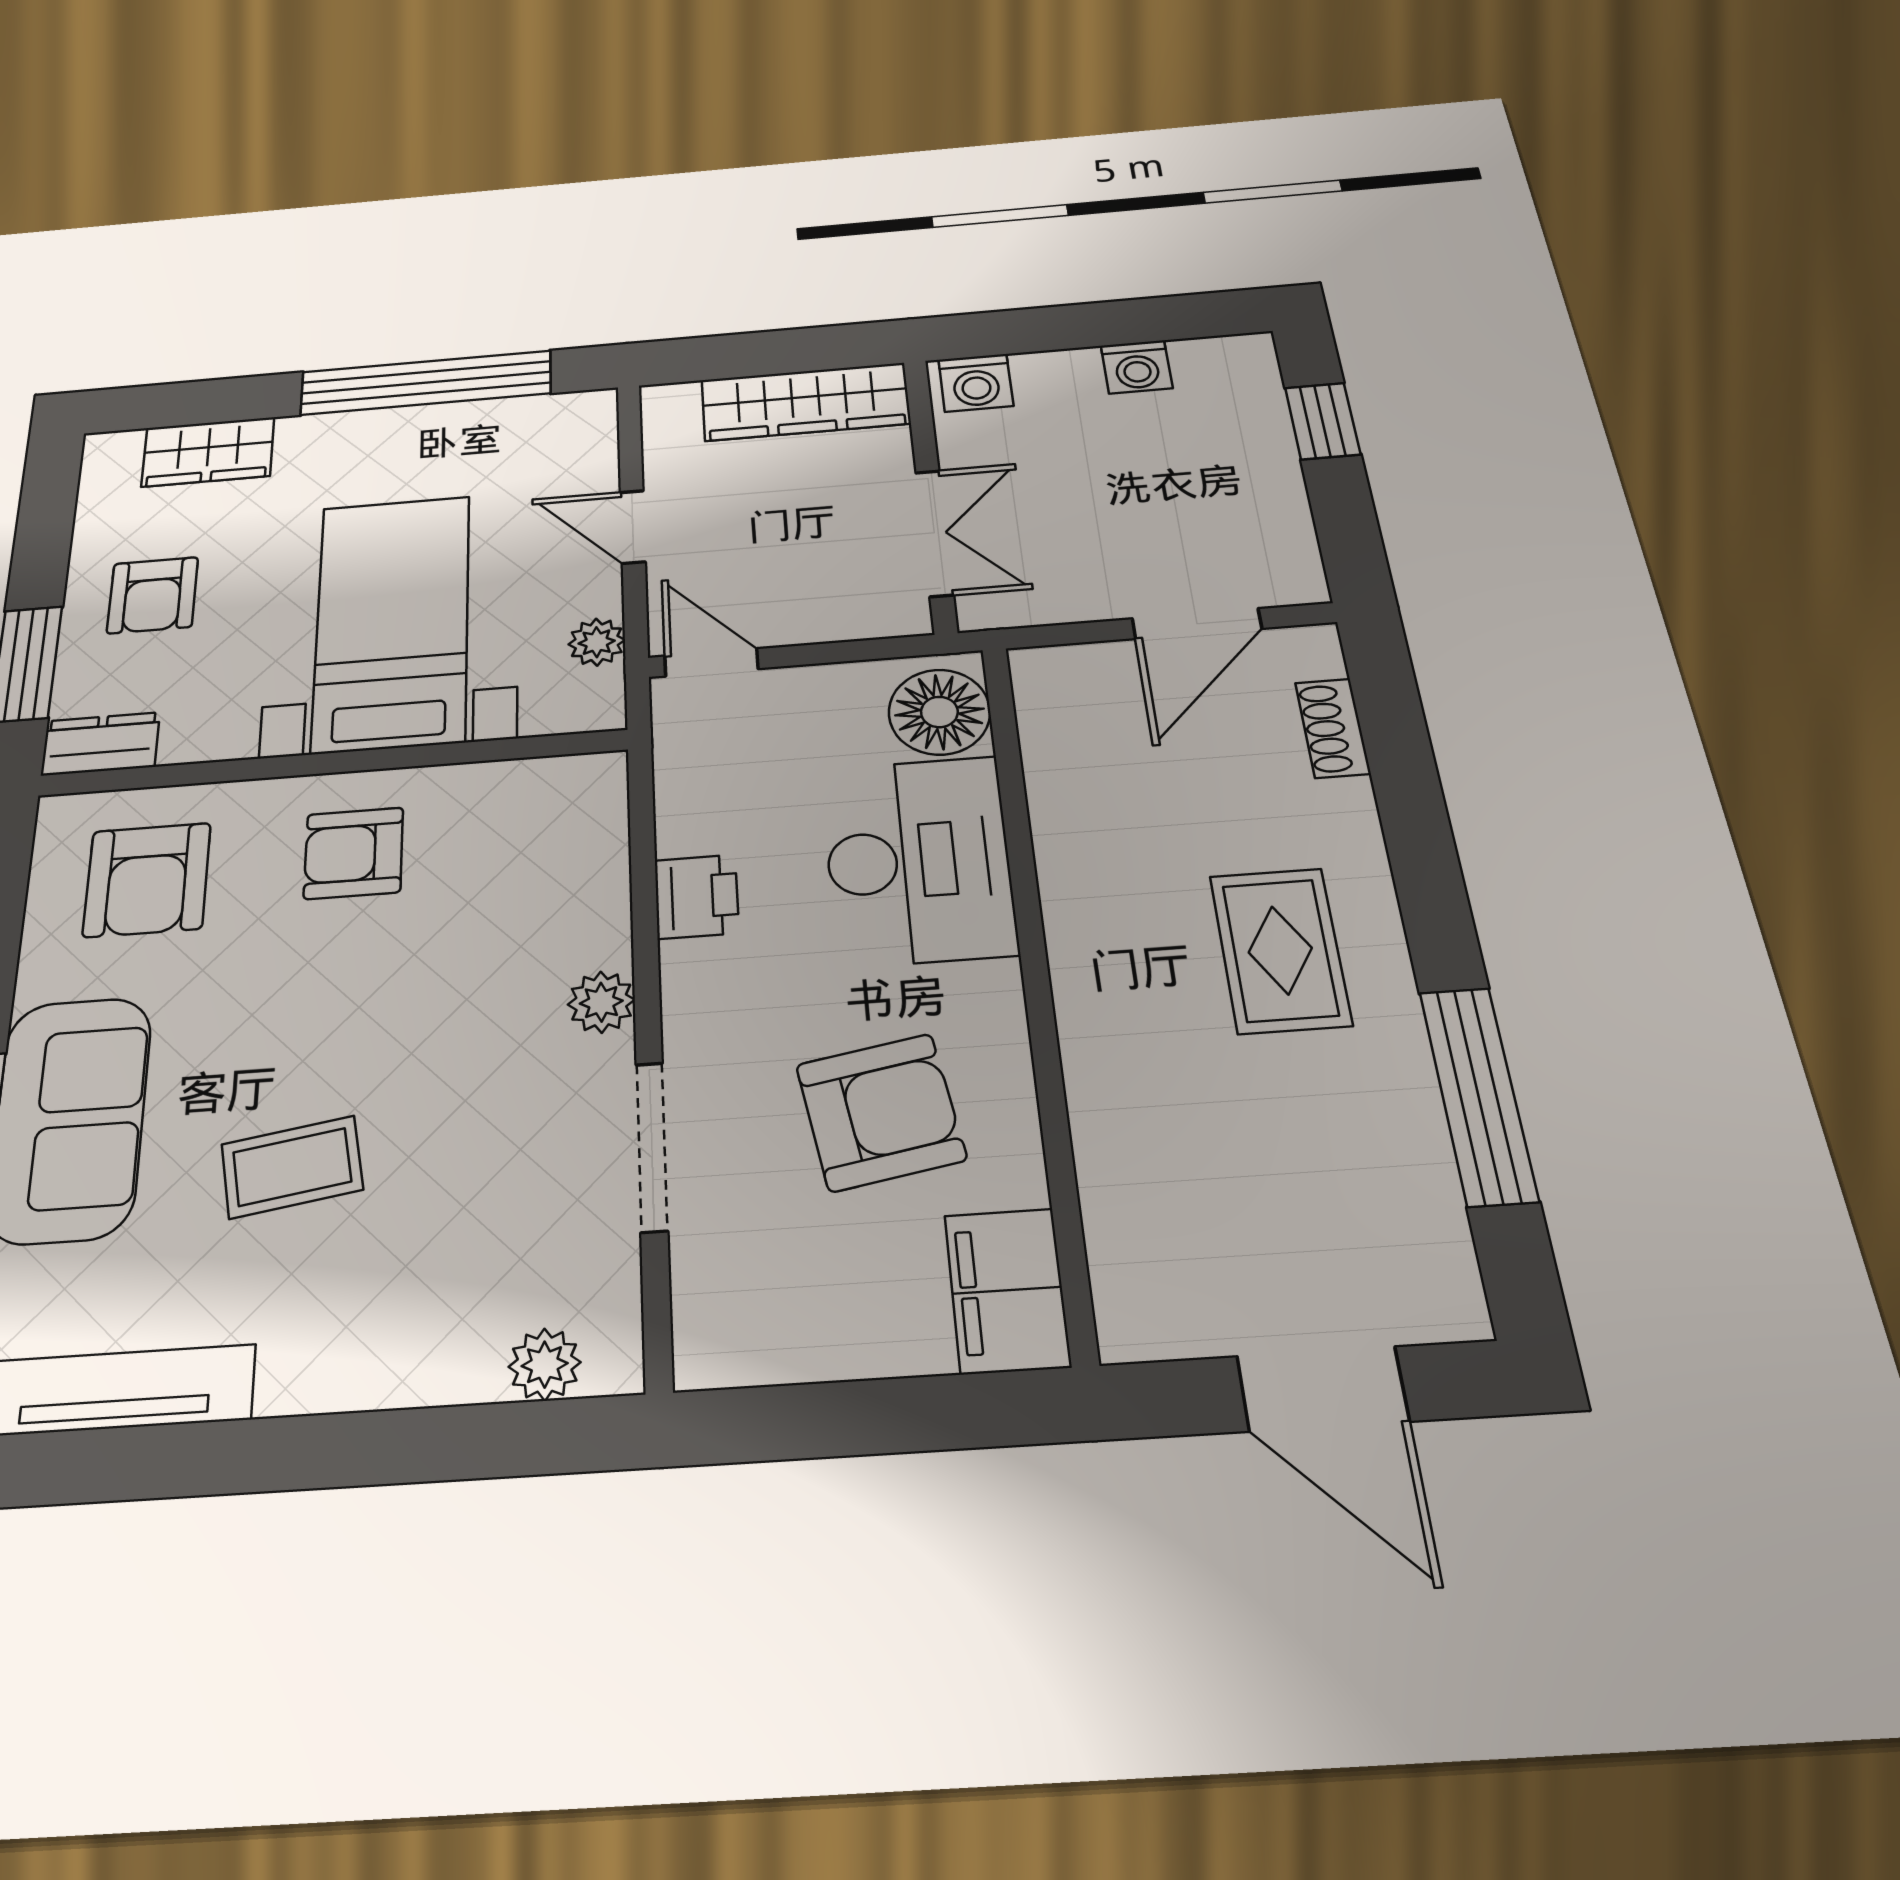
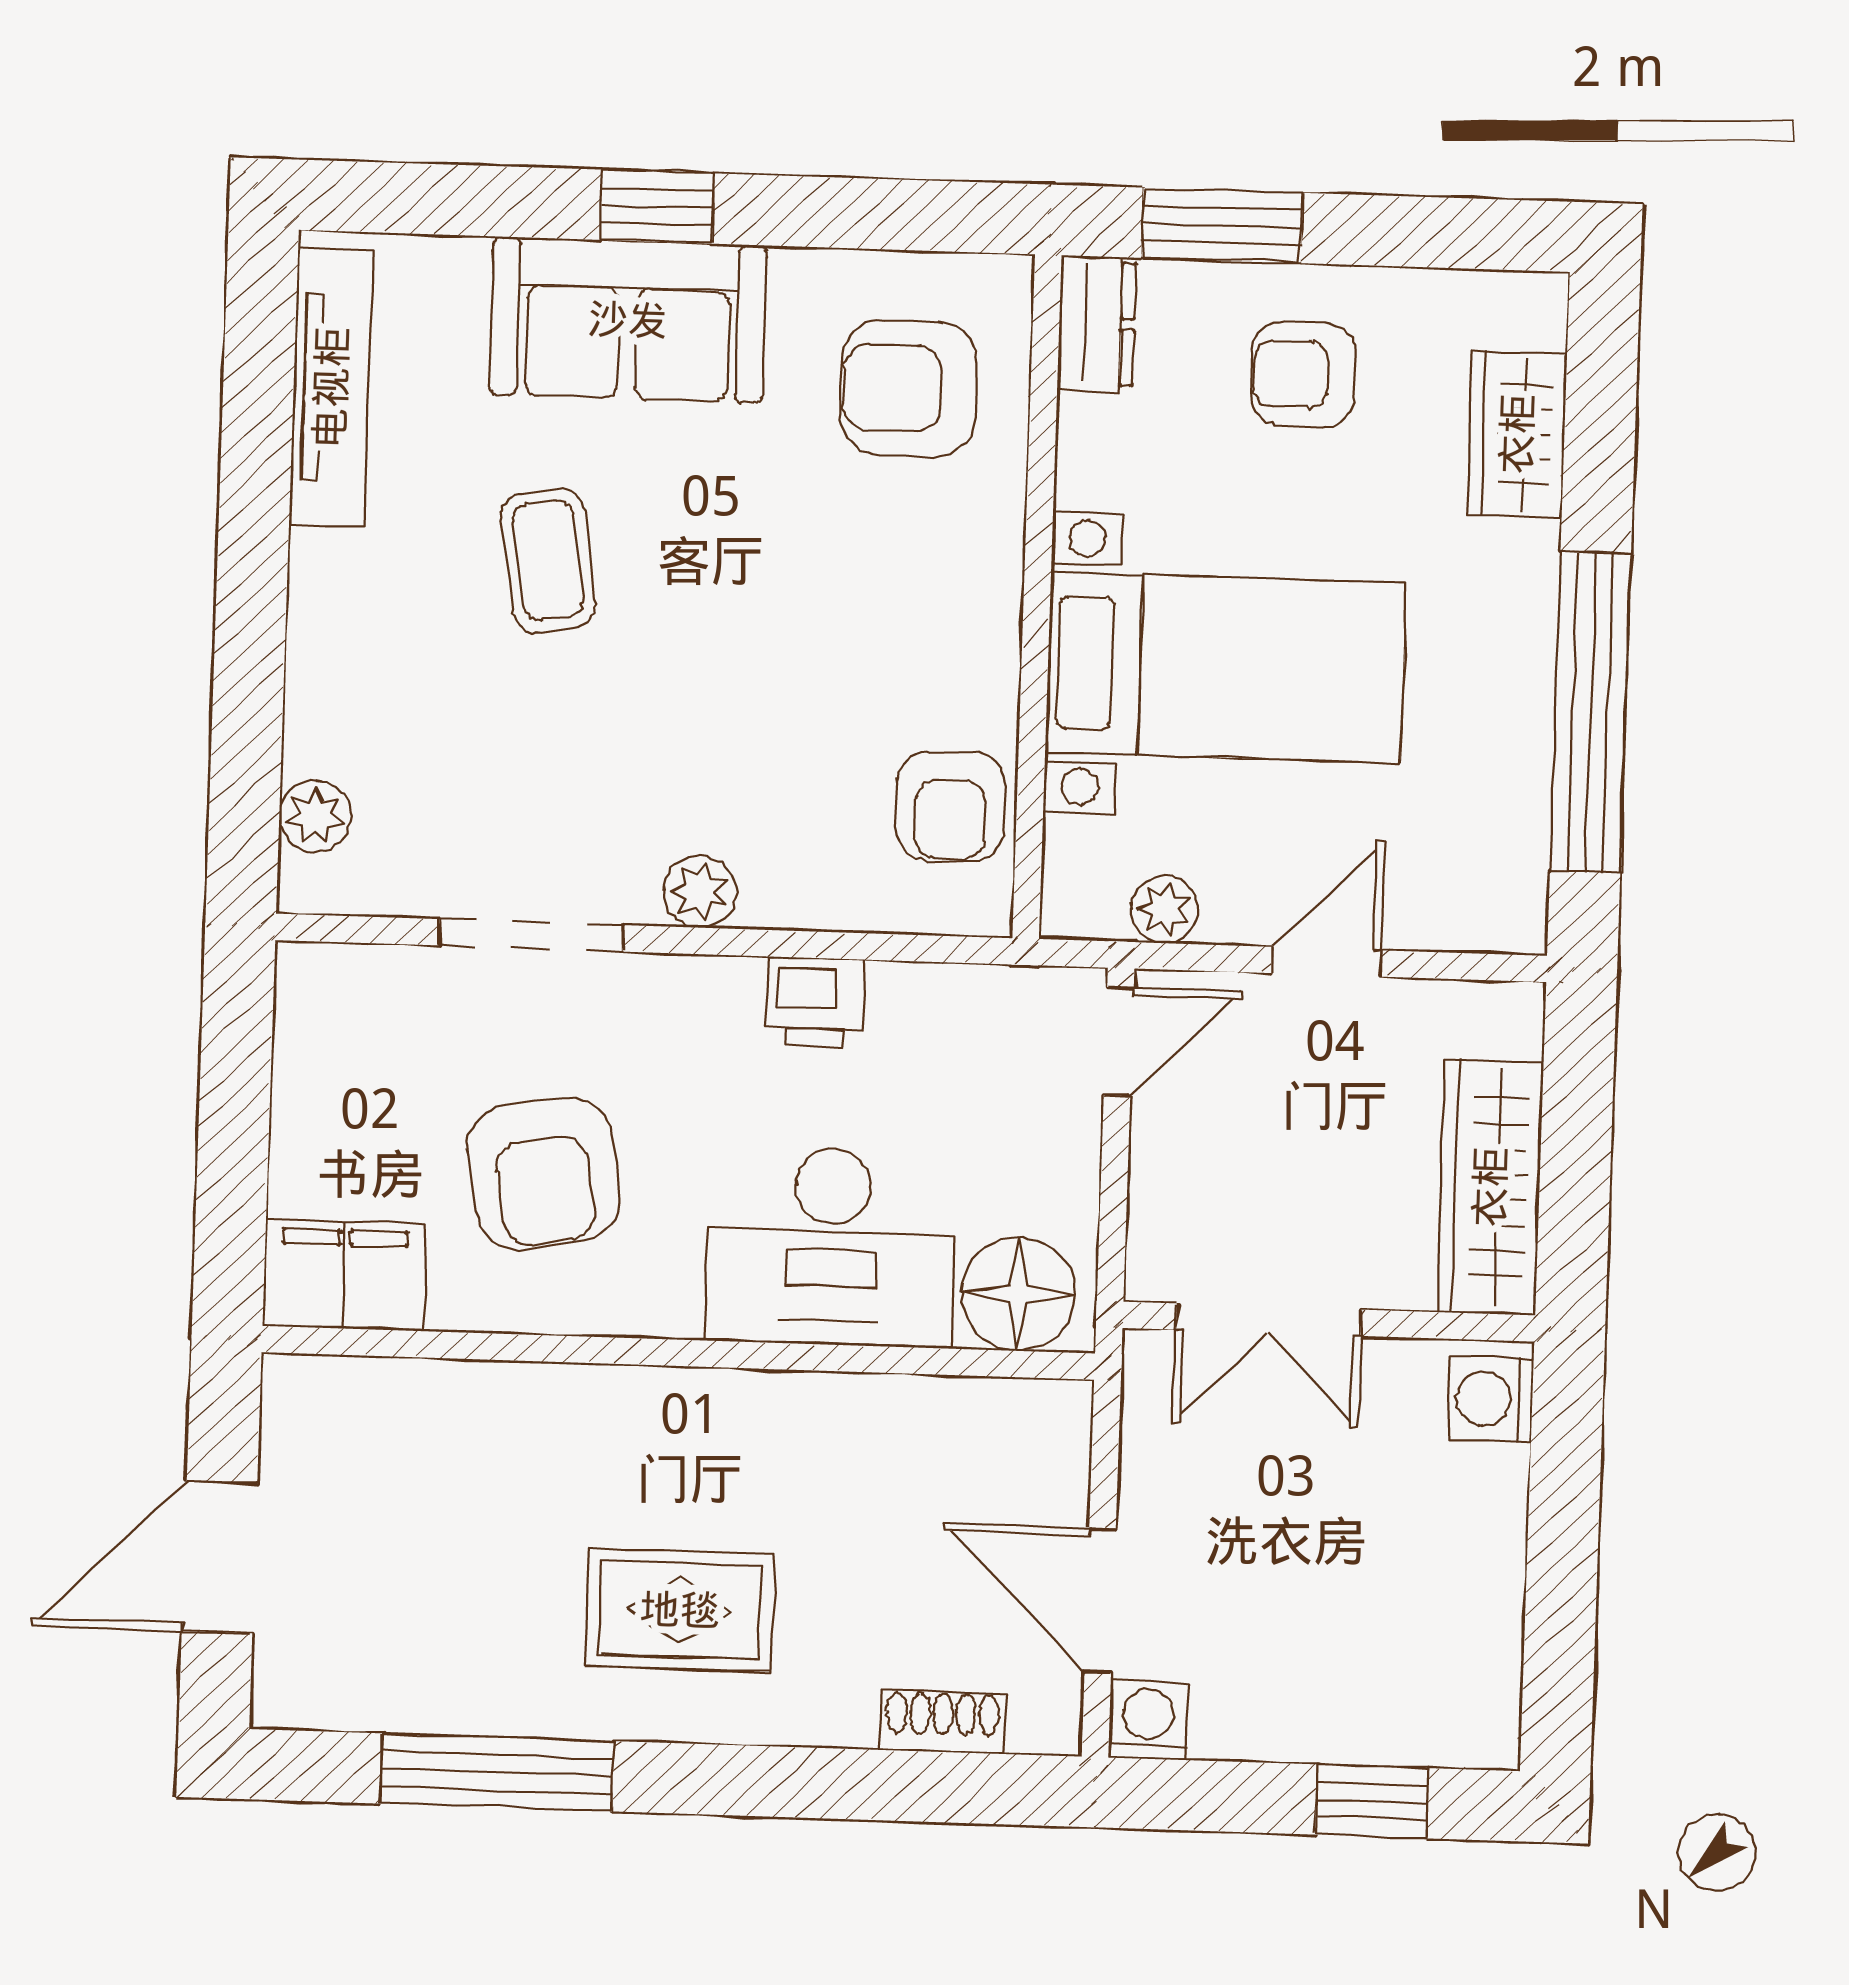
washing machine: (1137, 367) -> (1148, 1720), moved, turned 90
armchair: (354, 853) -> (950, 806), moved, turned 180

